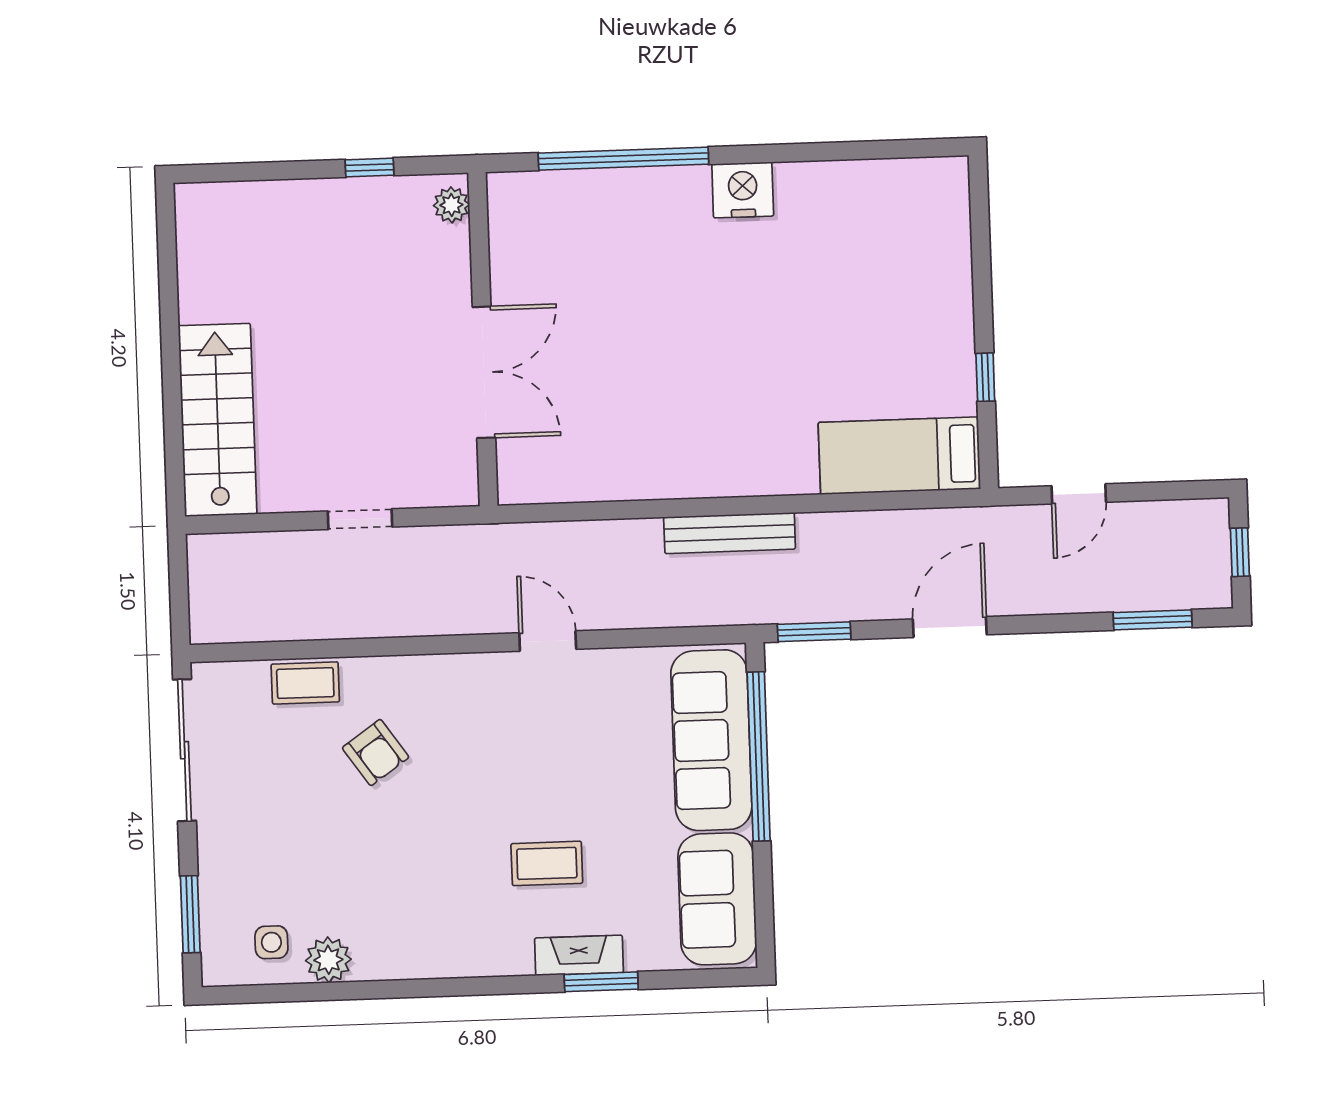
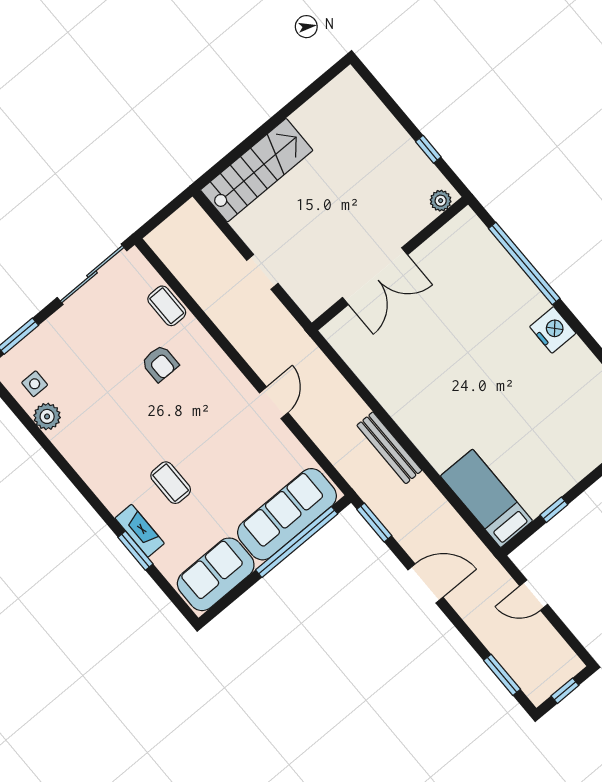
armchair: (376, 753) -> (160, 363), turned -55

